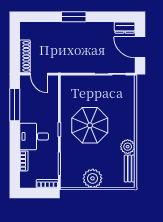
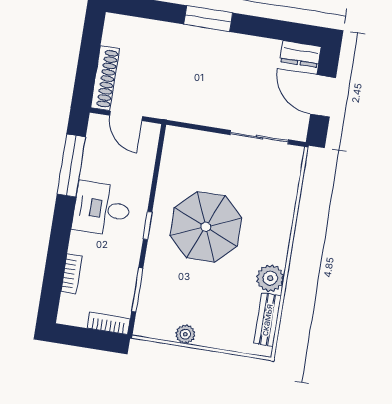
desk: (34, 136) -> (102, 209), moved
plant: (93, 178) -> (185, 334), width x0.53, depth x0.53

